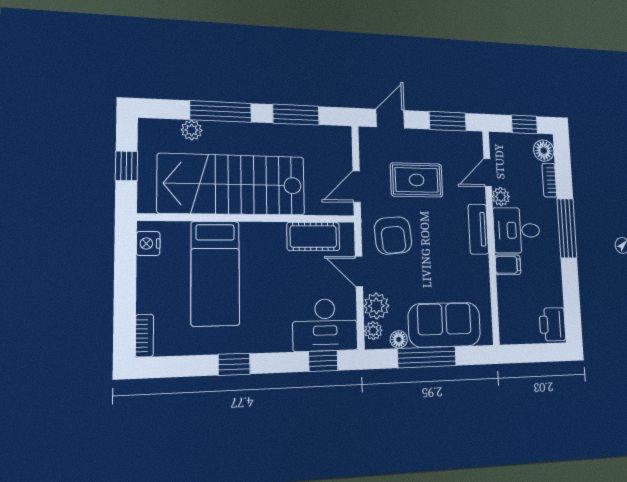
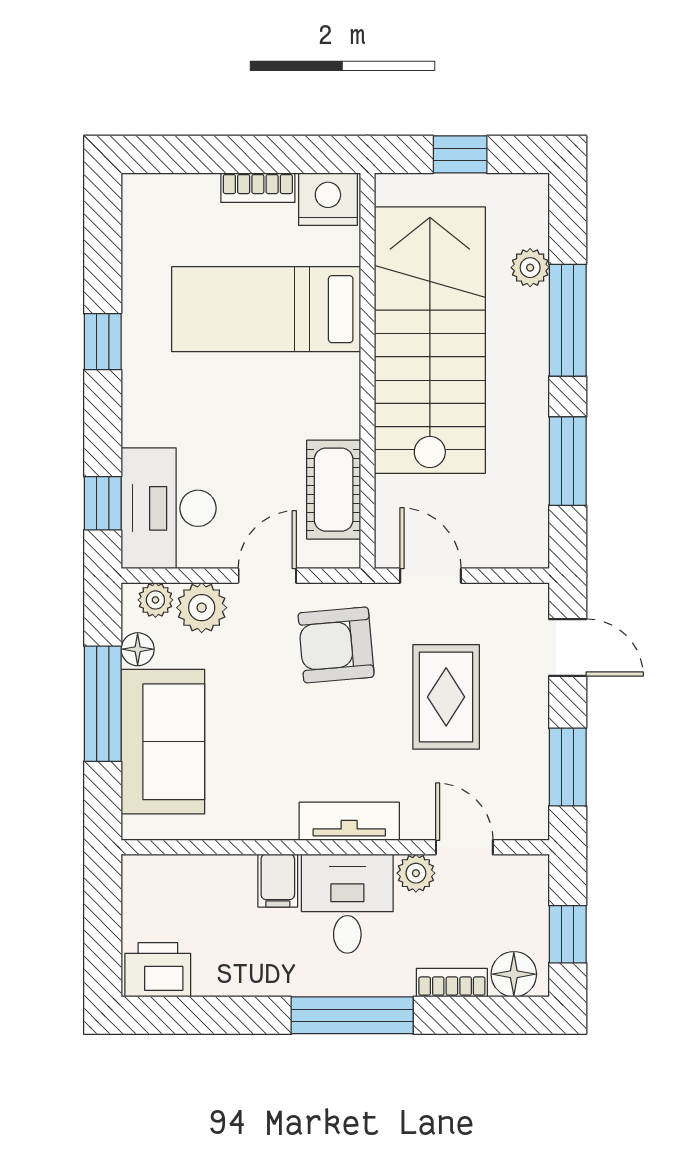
nightstand: (148, 244) -> (328, 199), width x1.36, depth x1.33
bookcase: (144, 336) -> (258, 188), moved

